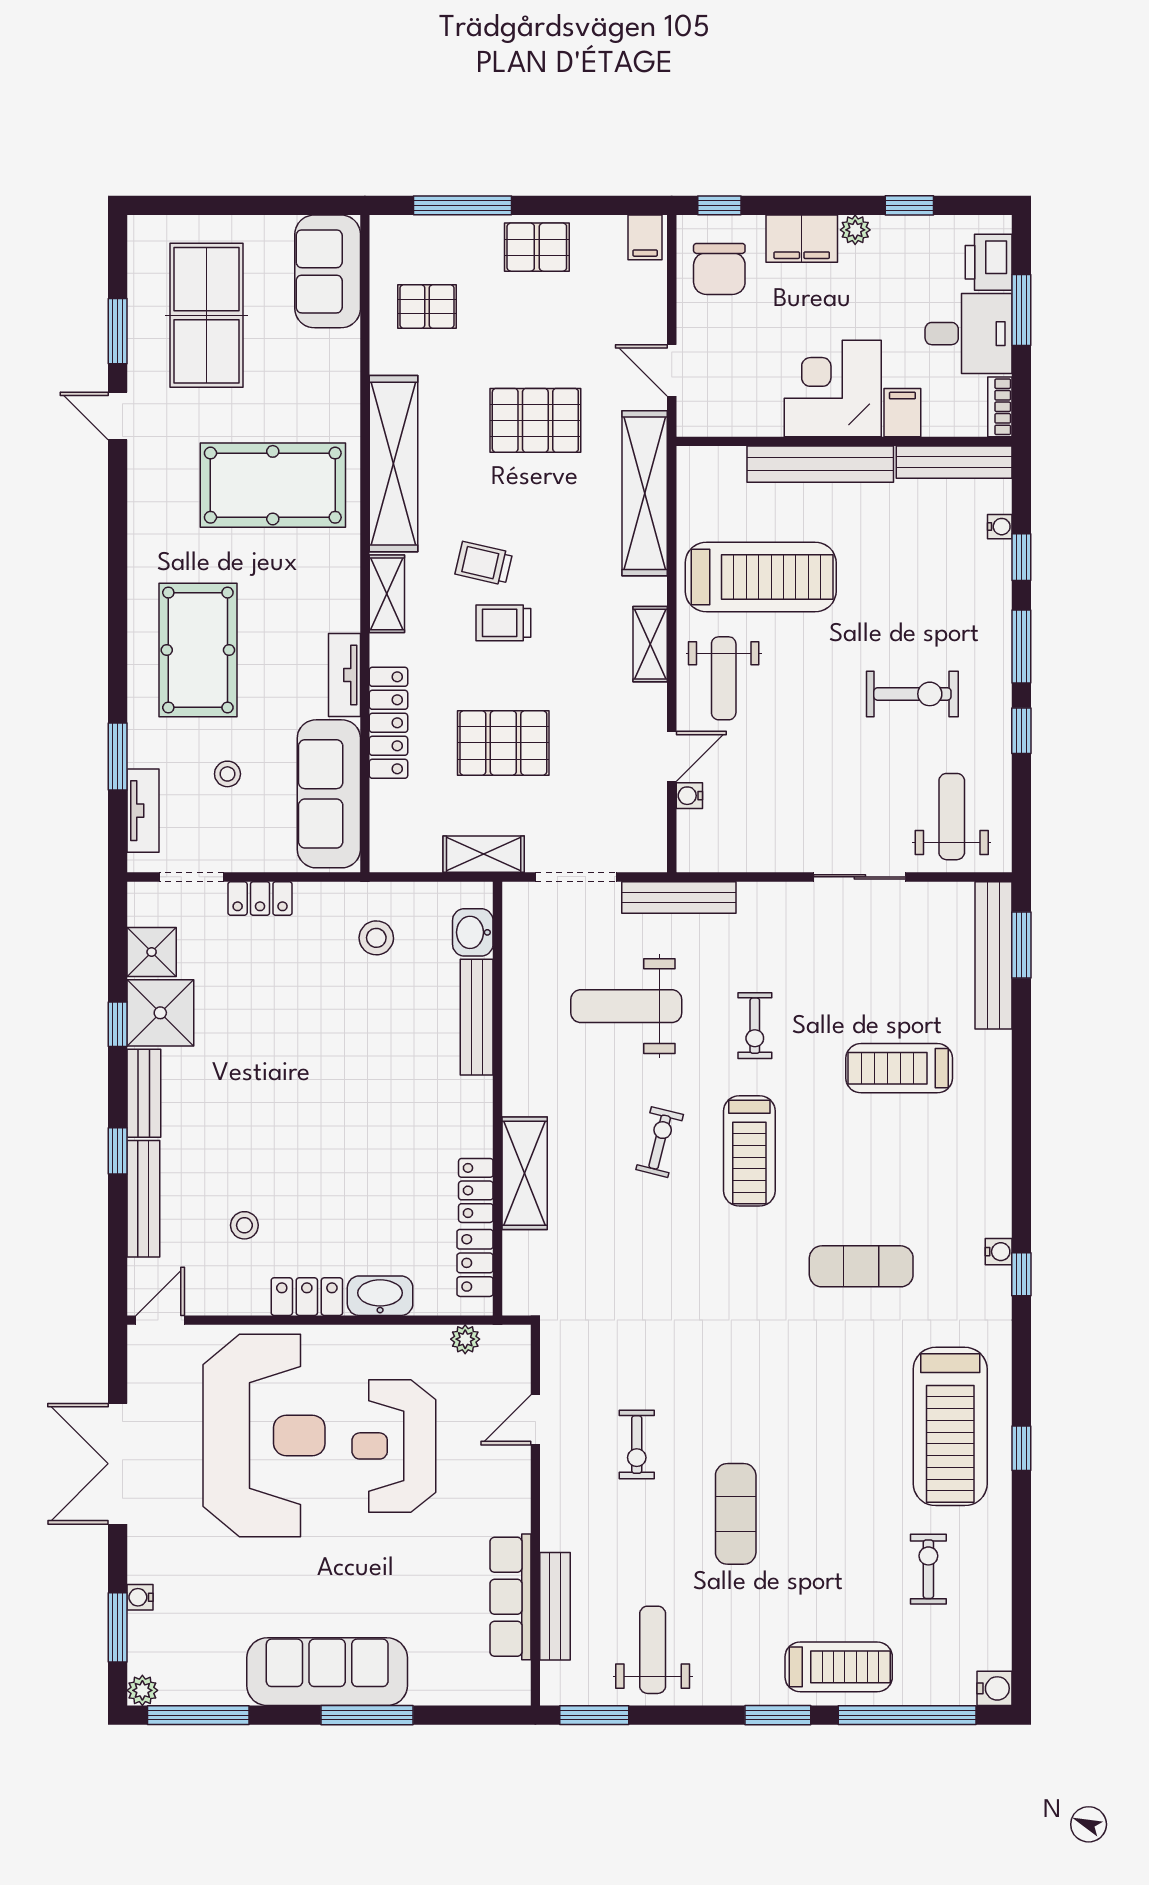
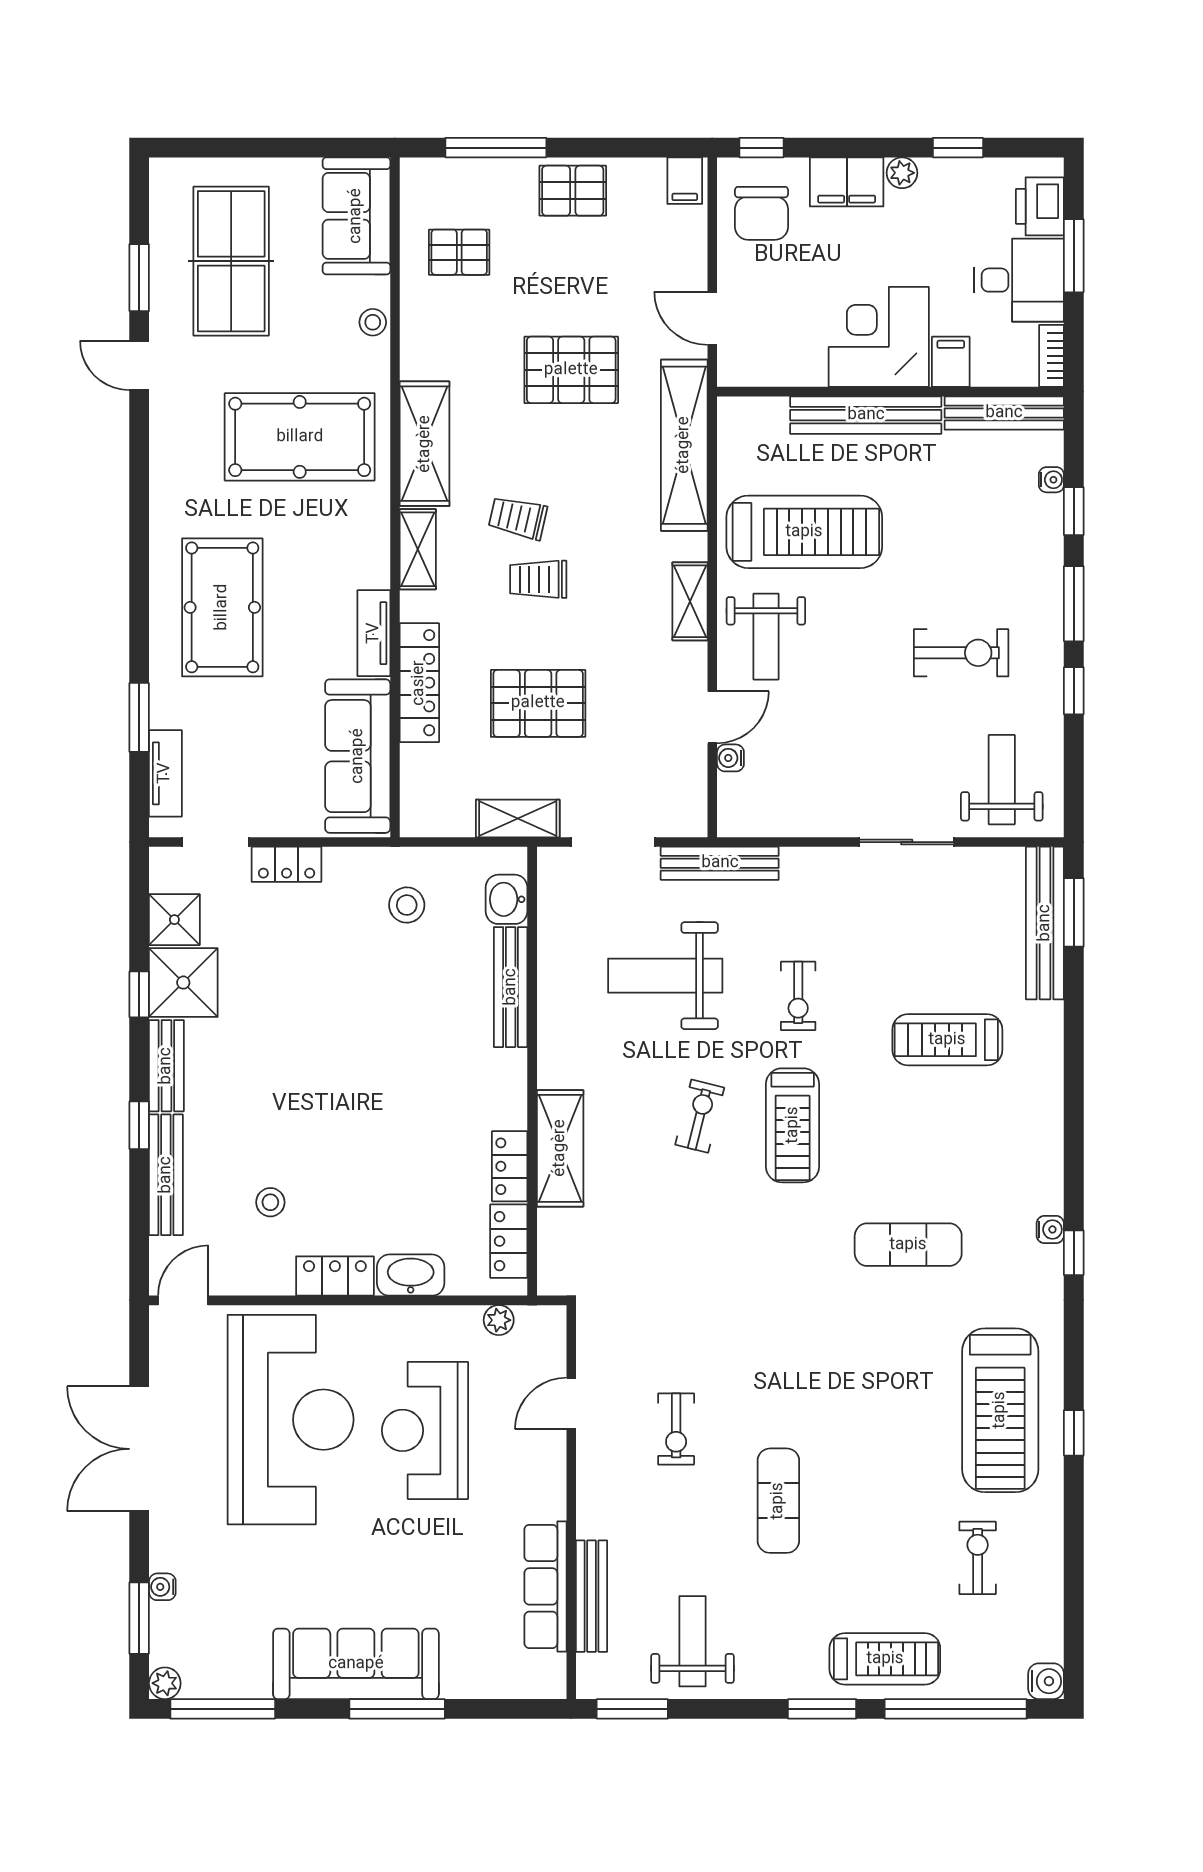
shelving: (394, 464) -> (425, 444), width x0.68
stool: (227, 774) -> (373, 322), moved

